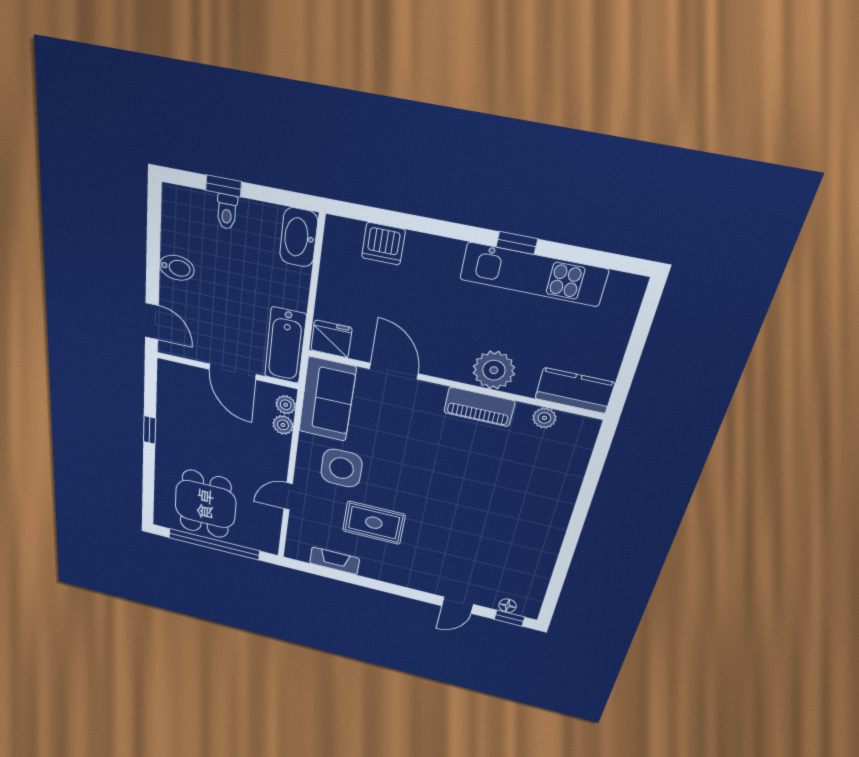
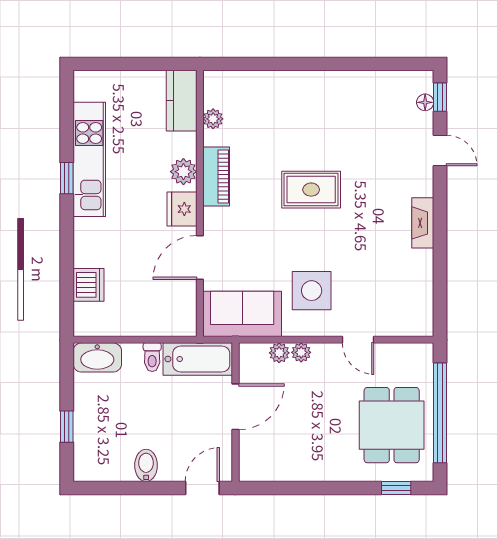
toilet: (227, 212) -> (152, 357), moved, turned 90
fridge: (331, 339) -> (182, 209), moved
plant: (494, 370) -> (183, 172), width x0.73, depth x0.73
plant: (286, 405) -> (301, 352), moved
window: (150, 430) -> (396, 488), moved
dining table: (205, 504) -> (392, 425), turned 90
rug: (374, 523) -> (311, 190), moved, turned 90
fireplace: (335, 561) -> (423, 223), moved

